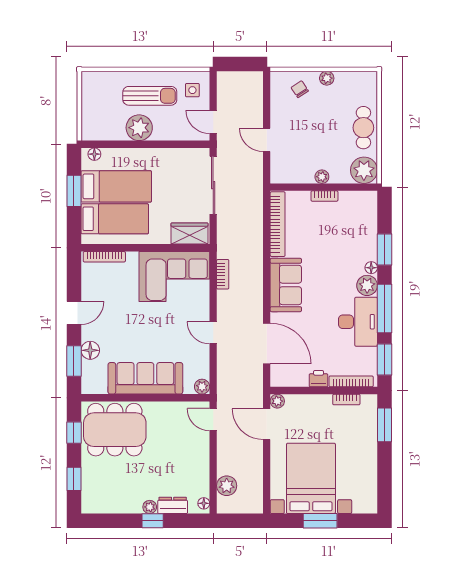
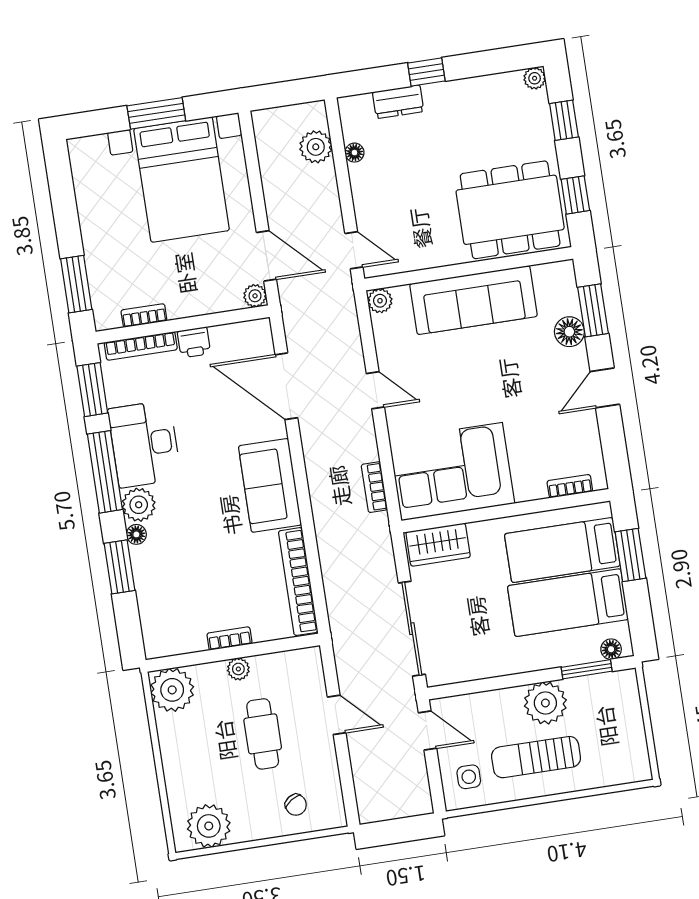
plant: (327, 78) -> (209, 826), moved, width x1.88, depth x1.88
cafe table: (363, 128) -> (263, 734), moved
window: (111, 144) -> (587, 669), added
window: (74, 191) -> (630, 555), moved
bookcase: (104, 257) -> (570, 486), width x0.64
floor lamp: (204, 503) -> (354, 153), moved
plant: (150, 507) -> (535, 78), moved

